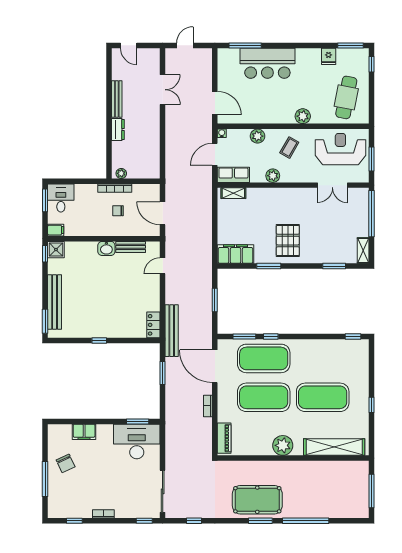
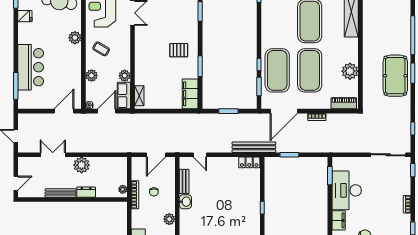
plant: (150, 124) -> (82, 165), added
door: (215, 154) -> (107, 111), swing flipped
plant: (273, 176) -> (125, 76), moved
plant: (86, 229) -> (169, 219), added
pallet: (288, 241) -> (179, 50), width x0.67, depth x0.71
desk: (137, 441) -> (347, 190), moved
plant: (283, 445) -> (350, 71), moved

